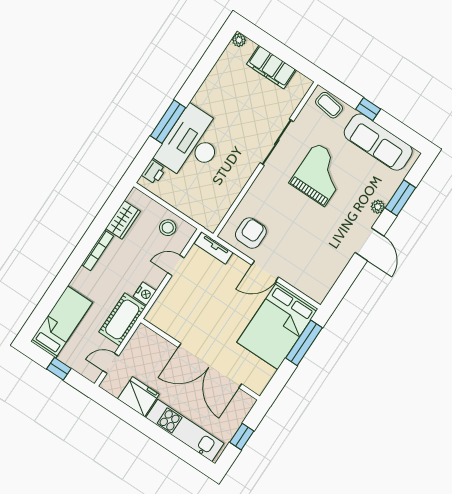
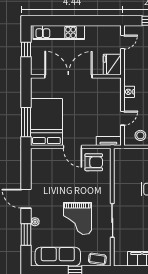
armchair: (251, 233) -> (94, 162), turned -90
door: (265, 271) -> (73, 147), swing flipped
cot: (122, 319) -> (132, 70), removed
fridge: (138, 397) -> (112, 64), moved, turned 90

